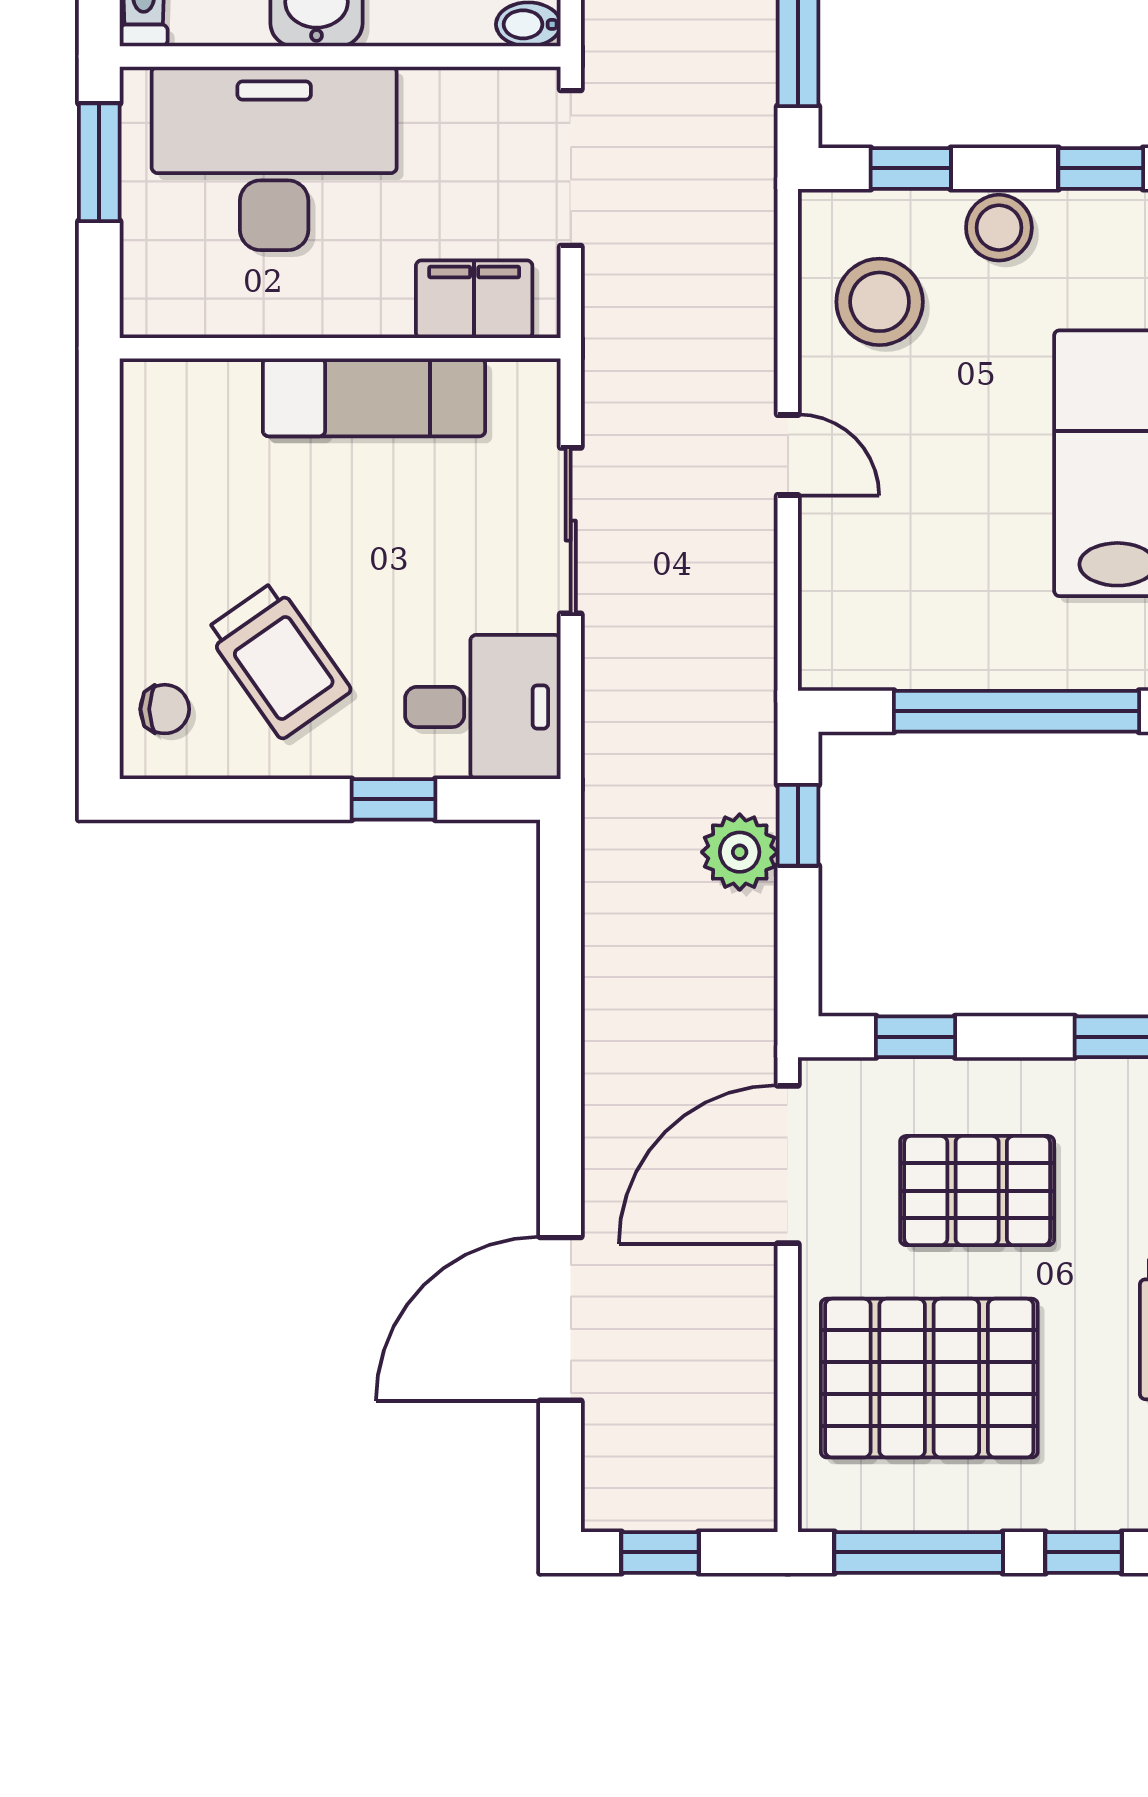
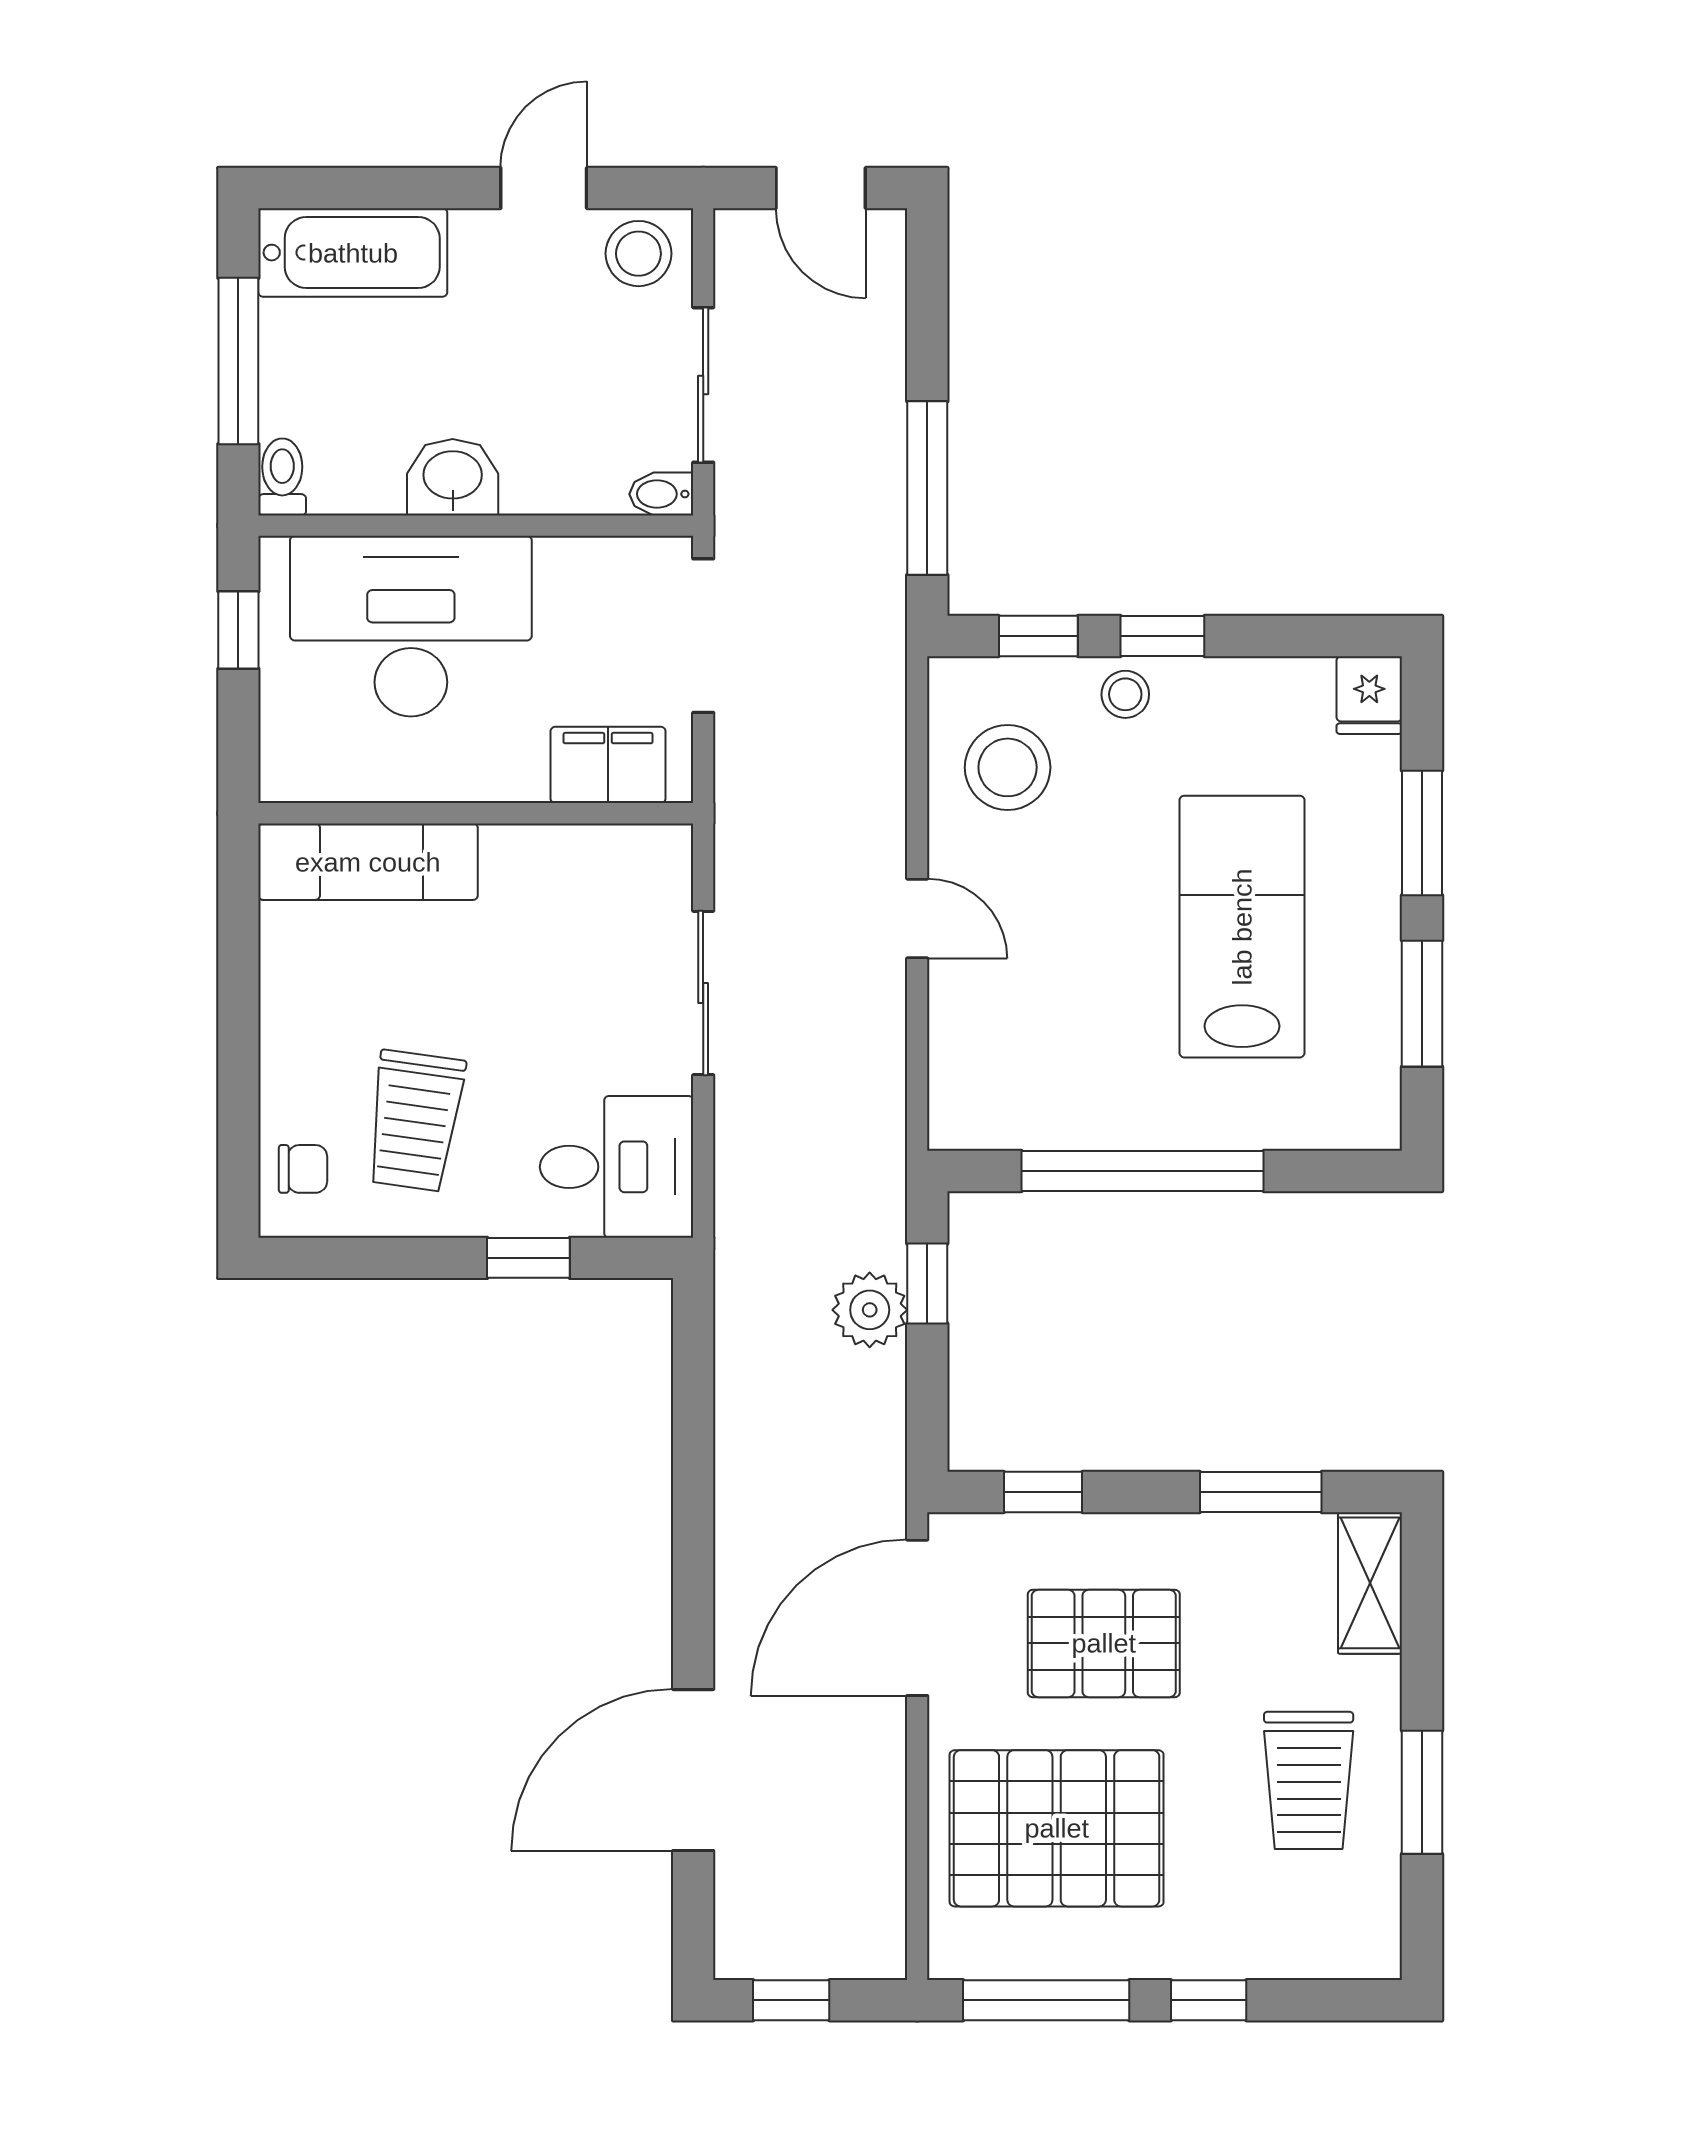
window: (99, 162) -> (238, 630), width x0.67
window: (1101, 168) -> (1162, 636), moved
stool: (999, 228) -> (1125, 694), width x0.73, depth x0.73
exam couch: (374, 397) -> (368, 862), moved
trolley: (278, 660) -> (415, 1121), turned 43

